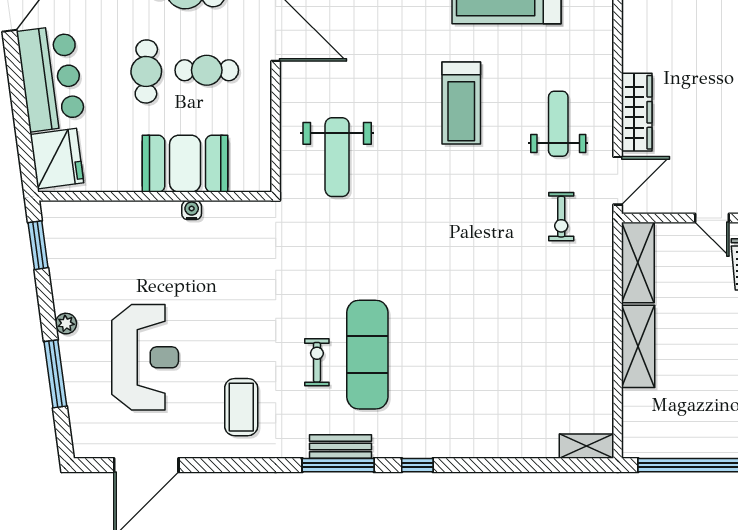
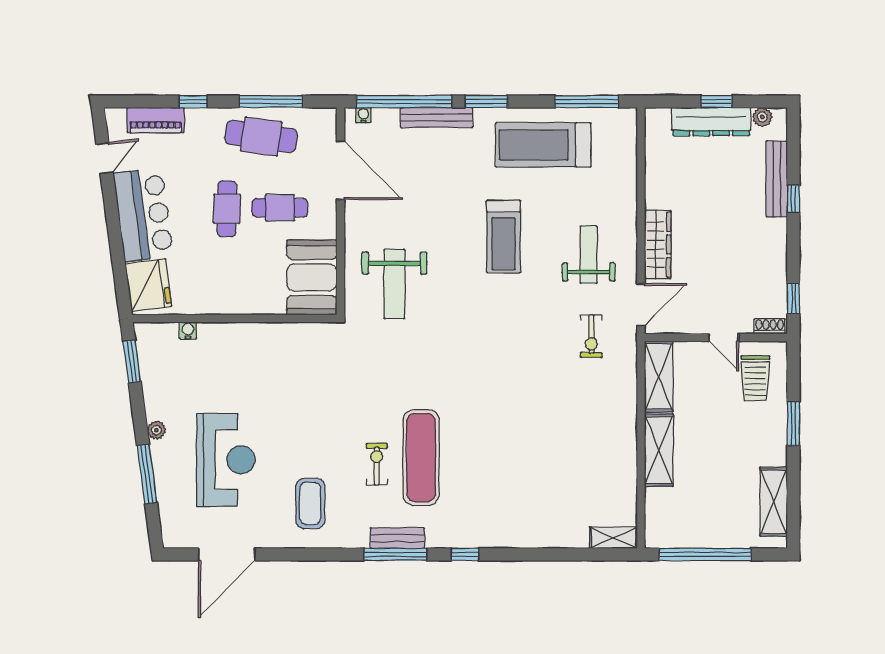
booth: (185, 164) -> (312, 277), moved, turned 90
water cooler: (192, 210) -> (188, 330), moved

